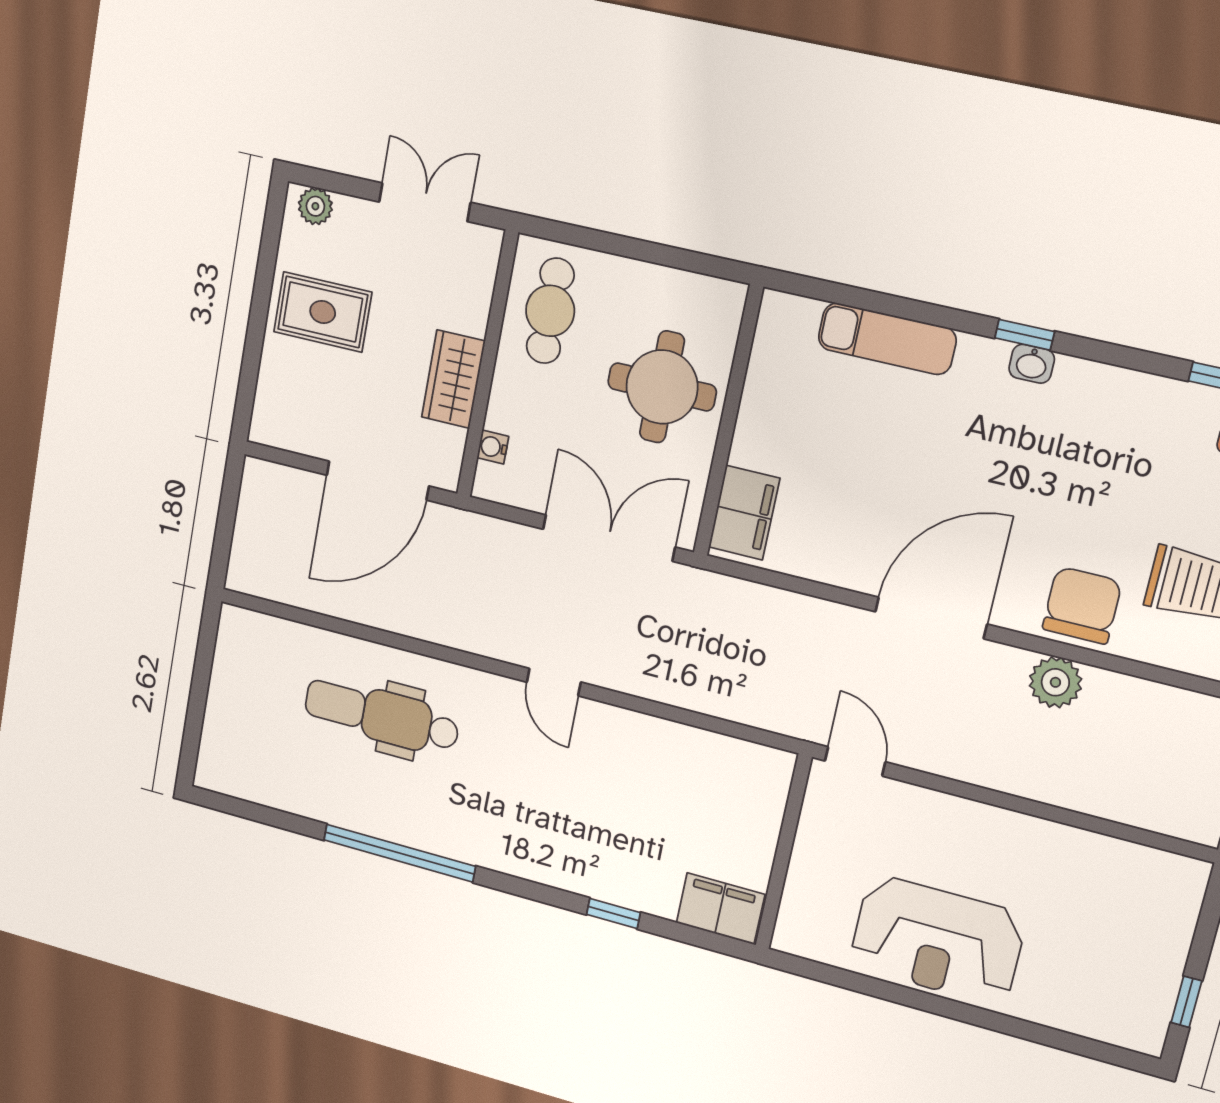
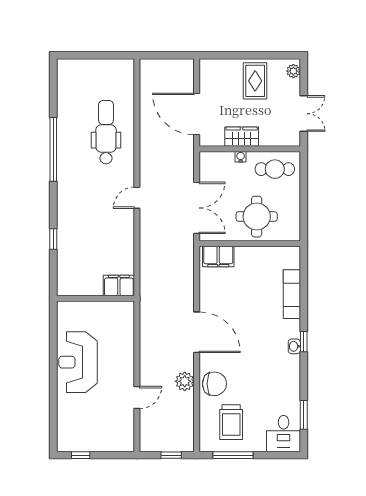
water cooler: (493, 447) -> (241, 157), moved
door: (855, 761) -> (137, 397), moved
filing cabinet: (720, 909) -> (119, 285), moved, turned -90

